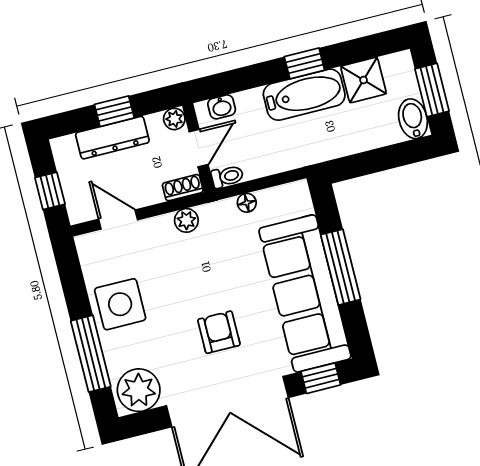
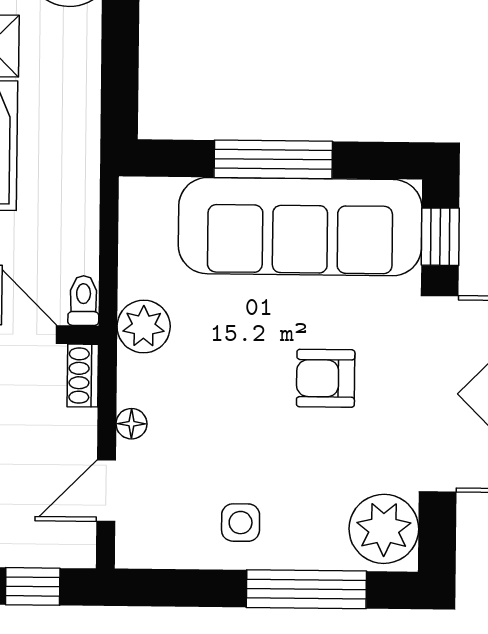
floor lamp: (247, 203) -> (131, 424), moved
plant: (186, 220) -> (144, 327), moved, width x1.38, depth x1.38
side table: (120, 304) -> (241, 523), width x0.54, depth x0.54

